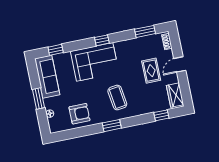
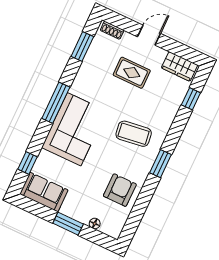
window: (102, 40) -> (56, 103), width x2.17
door: (180, 64) -> (149, 35), swing flipped
sofa: (47, 77) -> (44, 192), width x0.73

